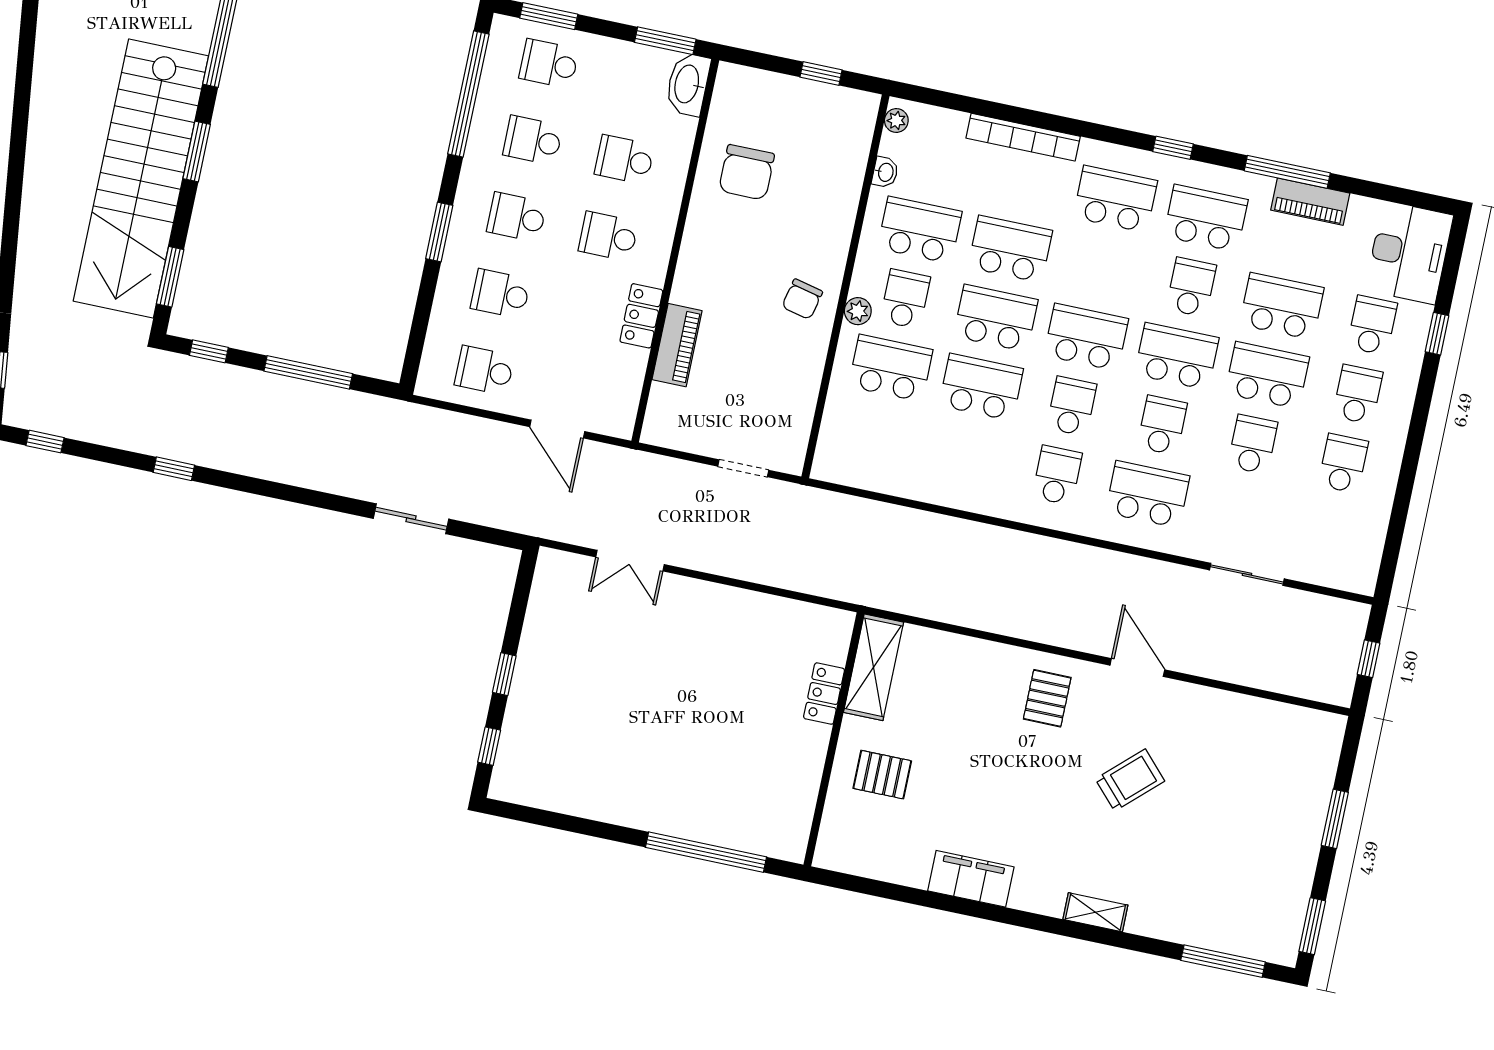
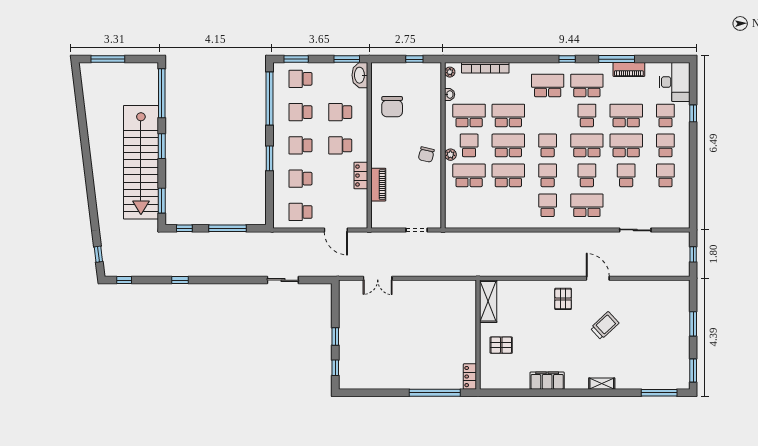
bookcase: (1023, 137) -> (485, 68), moved
school desk: (1086, 337) -> (548, 145), width x0.54
locker: (824, 694) -> (470, 377), moved

